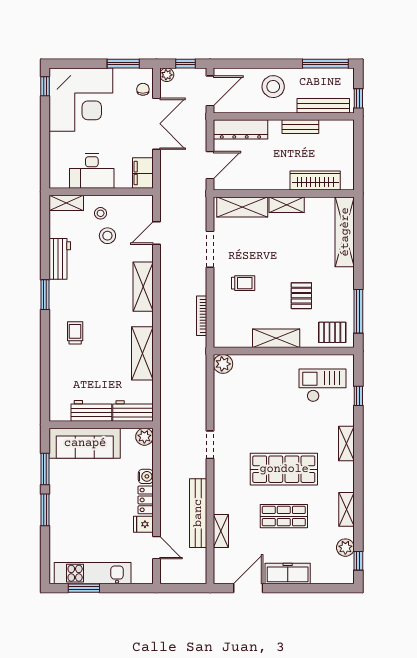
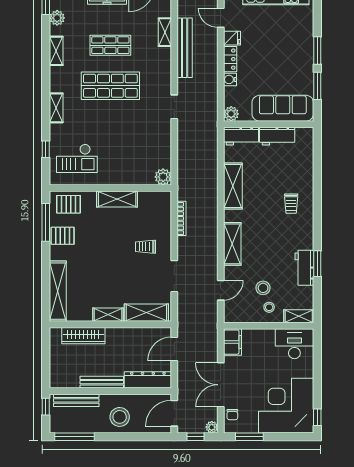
bench: (300, 127) -> (102, 382), width x1.36
desk: (92, 171) -> (294, 344), moved
window: (45, 295) -> (317, 264), moved
pallet: (301, 296) -> (63, 236), moved, turned 90

